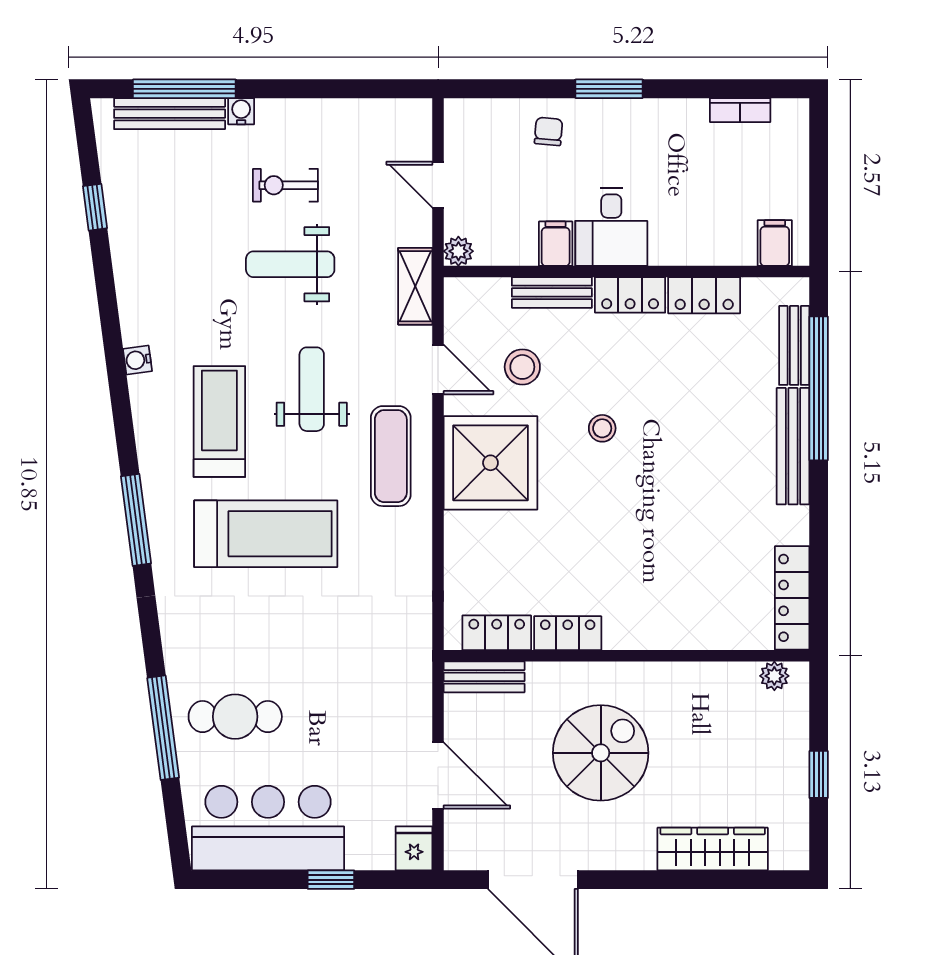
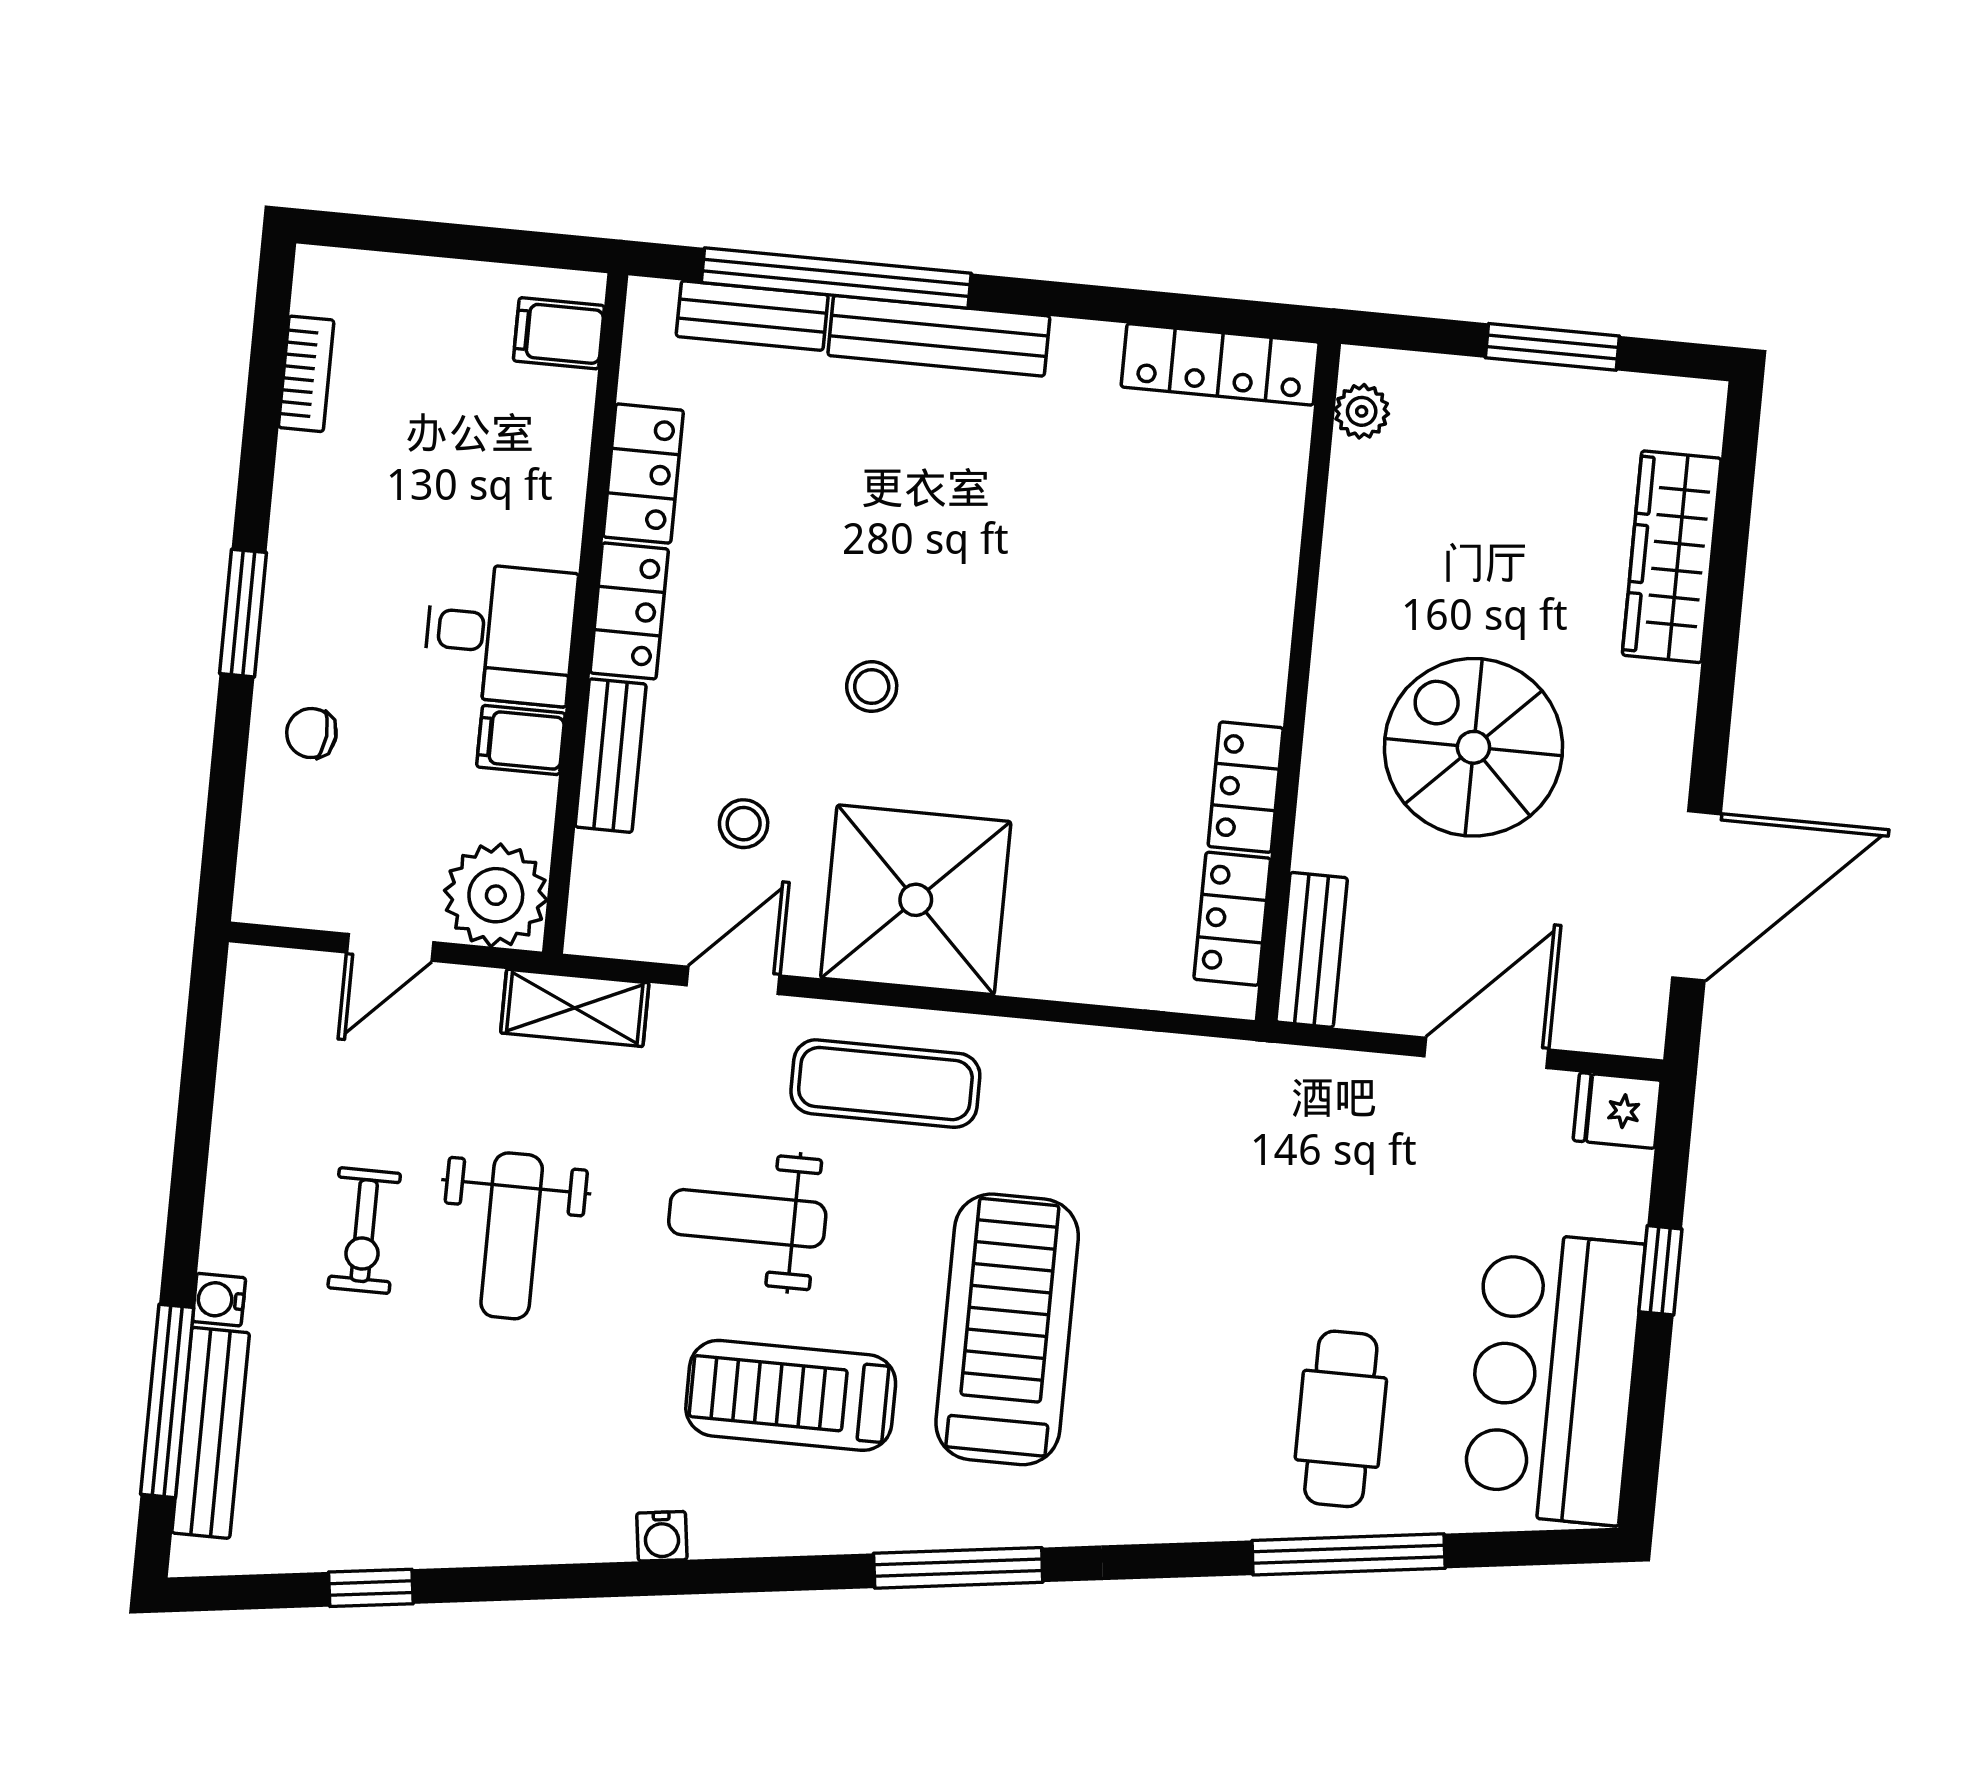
plant: (458, 251) -> (496, 895), width x1.87, depth x1.87
stool: (522, 367) -> (744, 824), width x0.73, depth x0.73
window: (819, 774) -> (1552, 347), width x1.50

